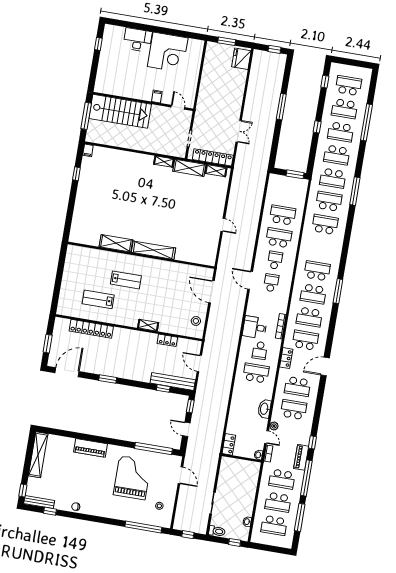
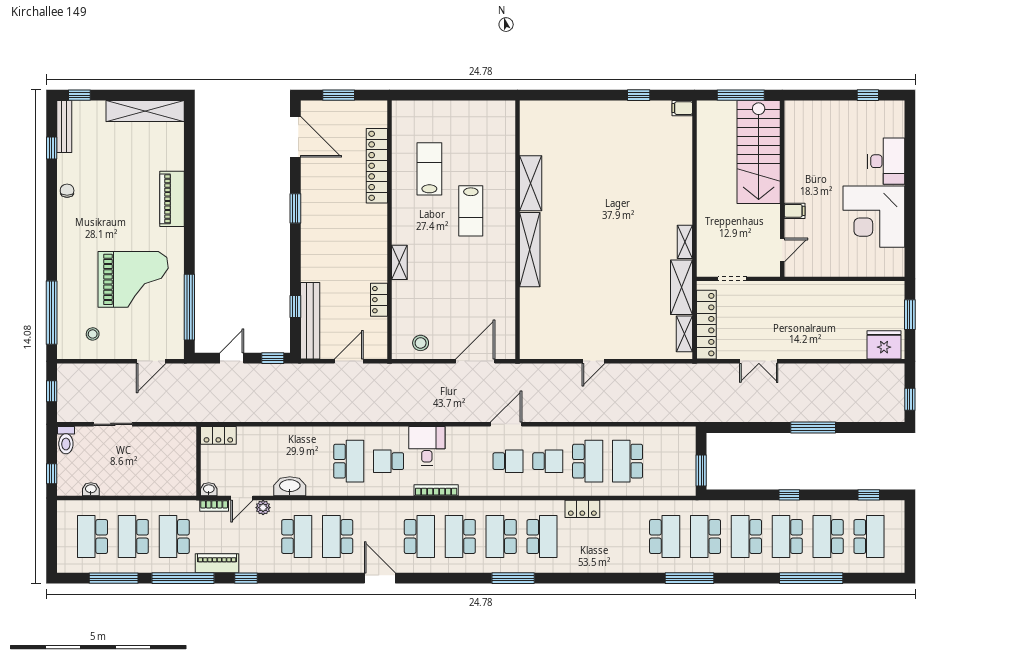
school desk: (283, 215) -> (627, 461), turned 180
school desk: (325, 224) -> (624, 537), removed
locker: (286, 358) -> (582, 509), moved

